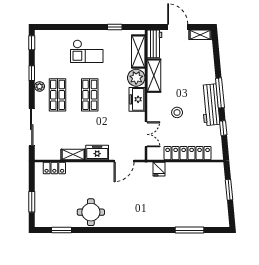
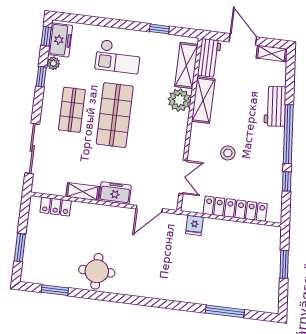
plant: (40, 86) -> (53, 63), moved
window: (220, 93) -> (288, 134), width x1.46
shop shelf: (90, 95) -> (115, 115), width x1.43, depth x1.36
freezer: (137, 99) -> (60, 40), moved, turned 180
workbench: (210, 105) -> (275, 106), moved, width x0.73

